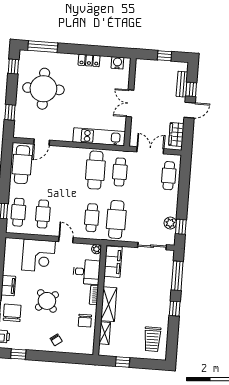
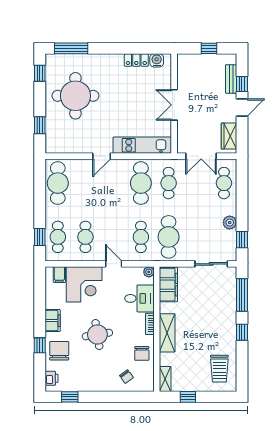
locker: (89, 60) -> (136, 60), moved
door: (42, 142) -> (102, 156), moved
double door: (150, 150) -> (201, 156), swing flipped
plant: (170, 223) -> (230, 223), moved
filing cabinet: (17, 245) -> (59, 275), added
round table: (47, 301) -> (97, 335), turned 32
shelving: (105, 333) -> (165, 379), moved
chair: (56, 340) -> (126, 377), moved

